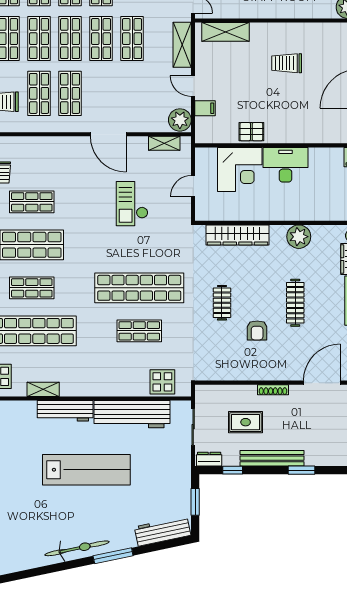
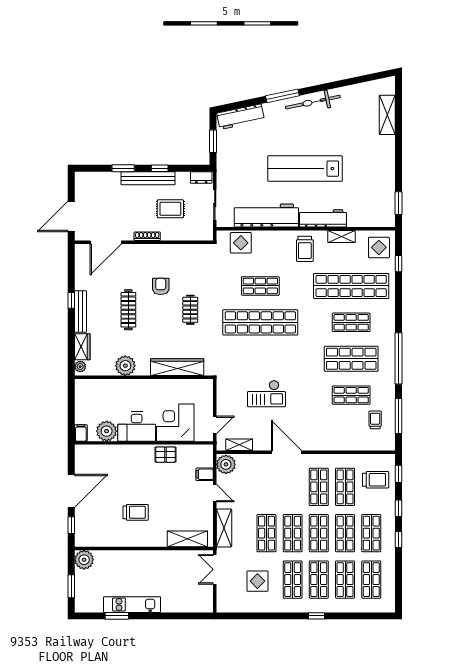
plant: (321, 159) -> (107, 431), added
door: (193, 186) -> (215, 425), moved
checkout: (132, 204) -> (266, 394), turned 90
trolley: (87, 375) -> (305, 249), added
window: (233, 470) -> (160, 168), moved

